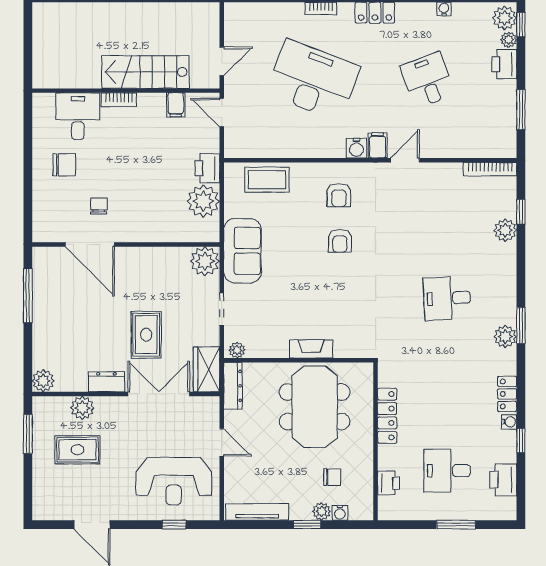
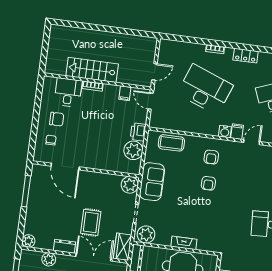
stairs: (145, 72) -> (92, 70), moved
chair: (99, 206) -> (51, 140), moved
plant: (237, 350) -> (146, 234), width x1.88, depth x1.88

